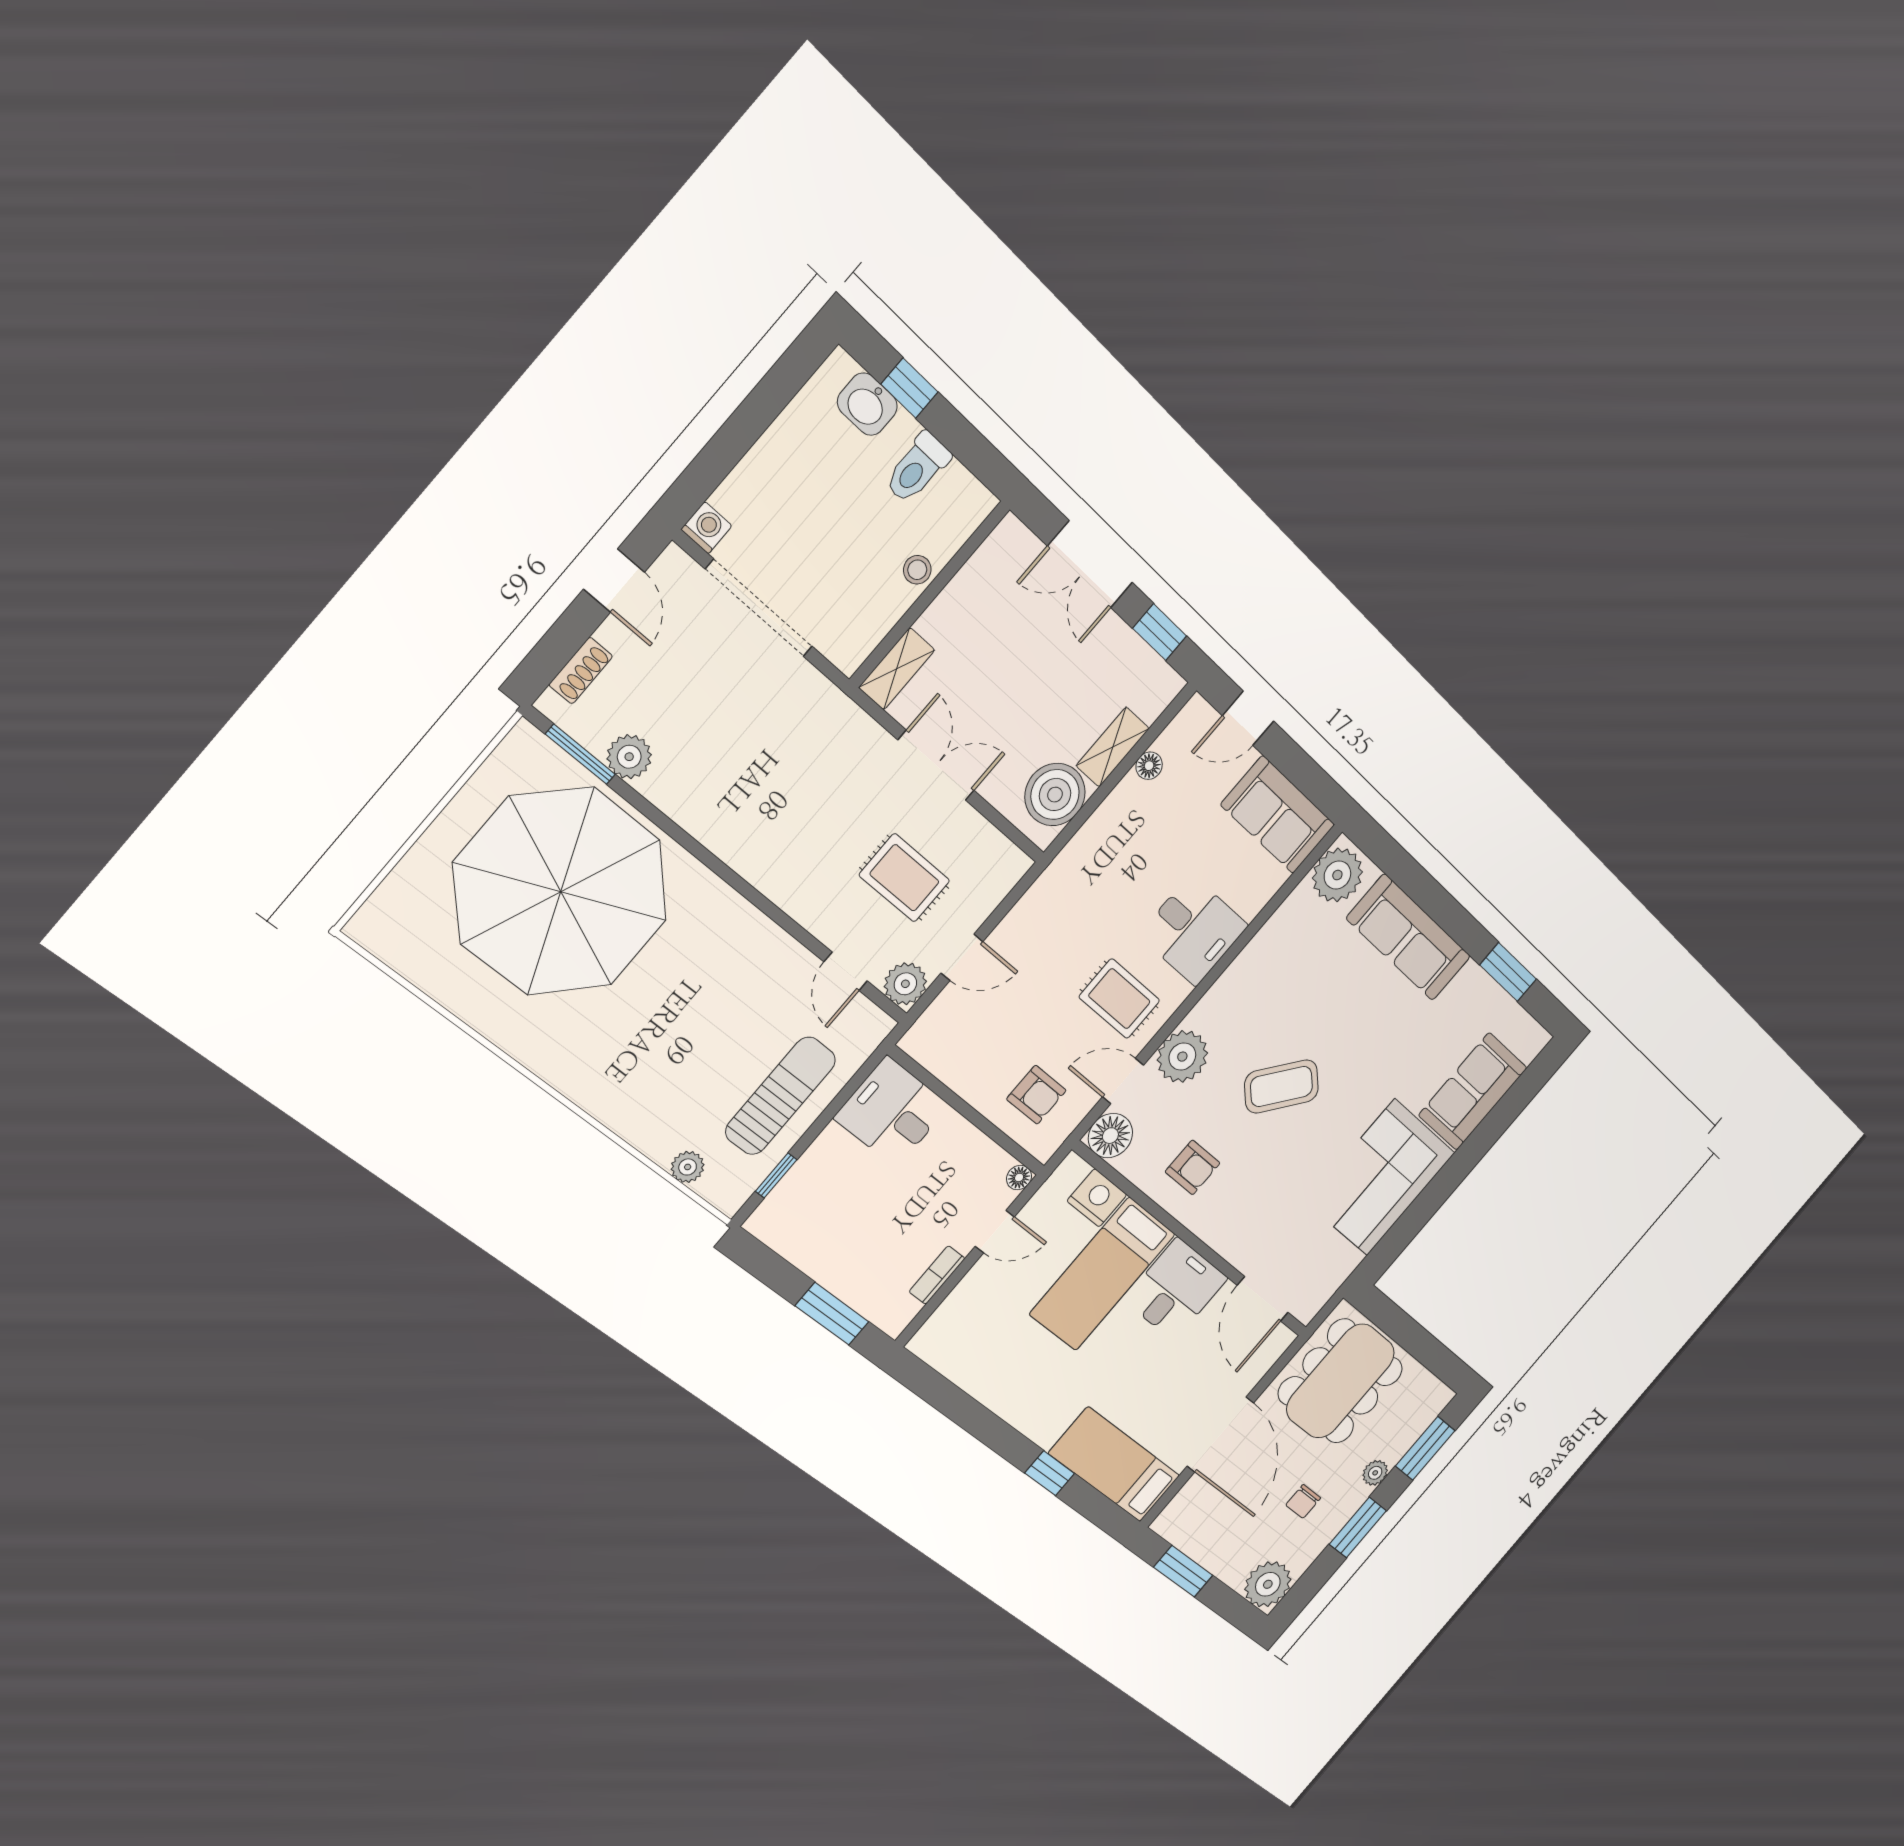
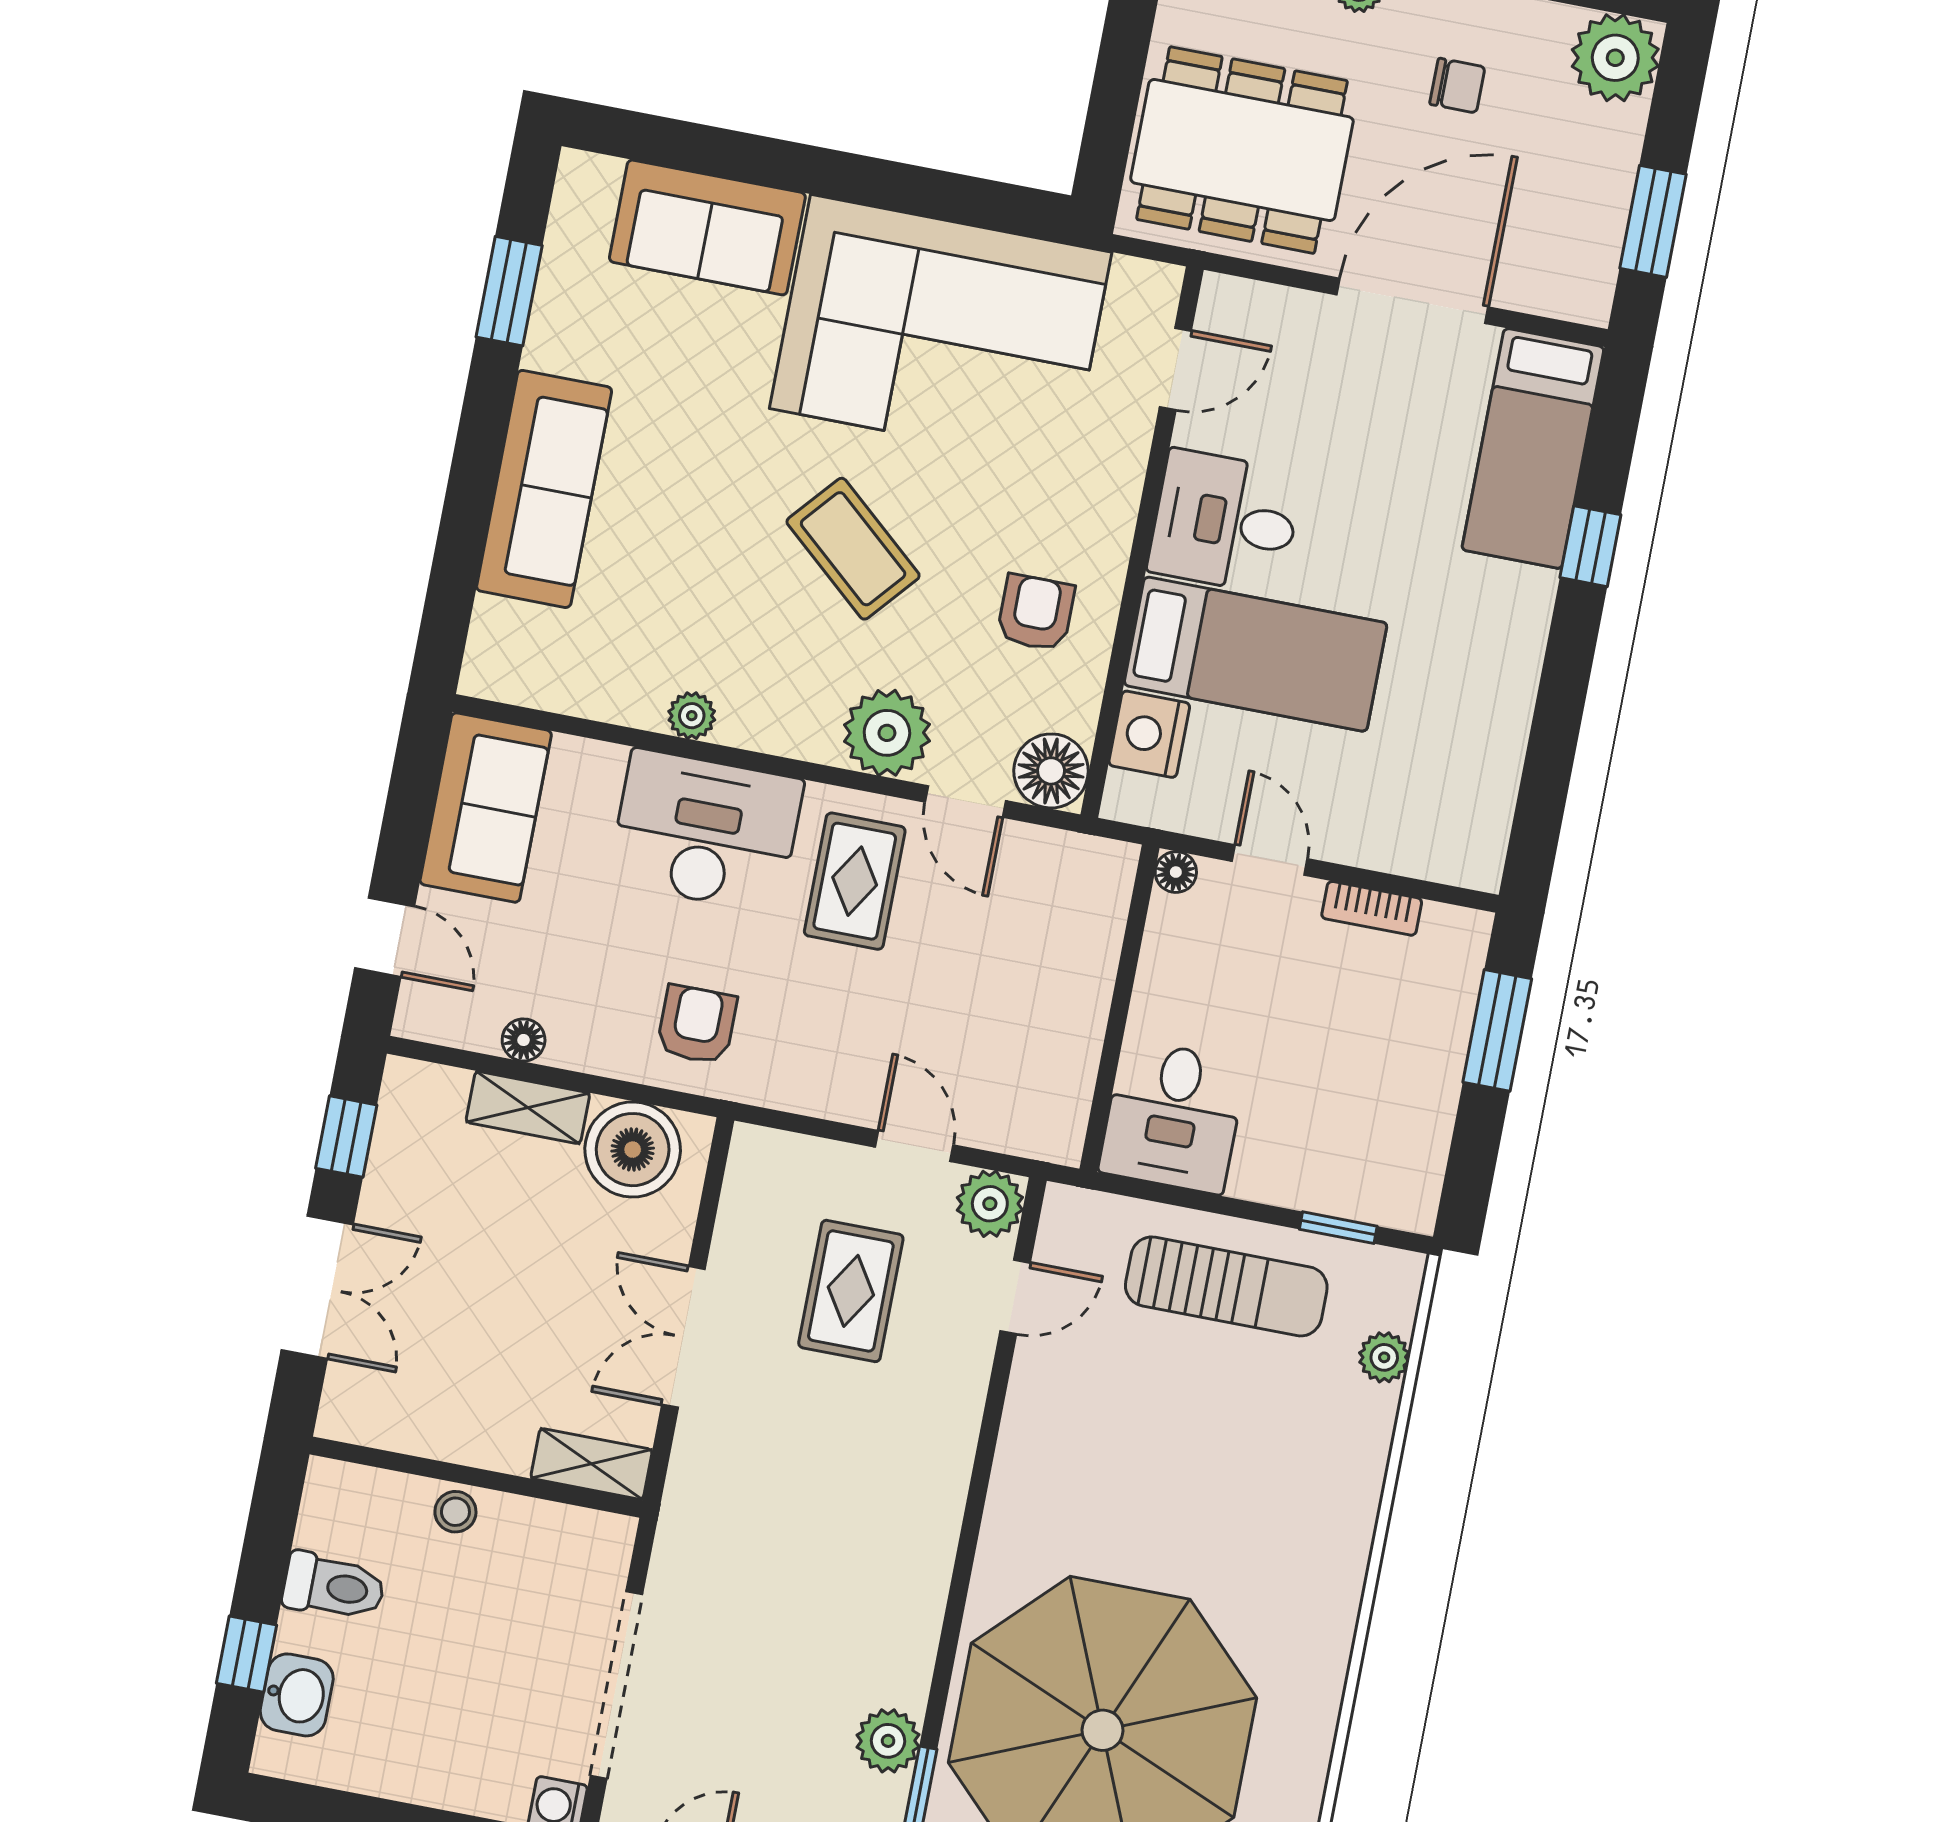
plant: (1337, 875) -> (692, 716), moved, width x0.53, depth x0.53
desk: (1193, 930) -> (706, 831), width x1.37
armchair: (1036, 1095) -> (697, 1024), moved
sun lounger: (781, 1096) -> (1226, 1286), turned 180
corner sofa: (1381, 1178) -> (941, 330), width x1.36, depth x1.36
door: (1263, 1299) -> (1175, 369), width x0.73

